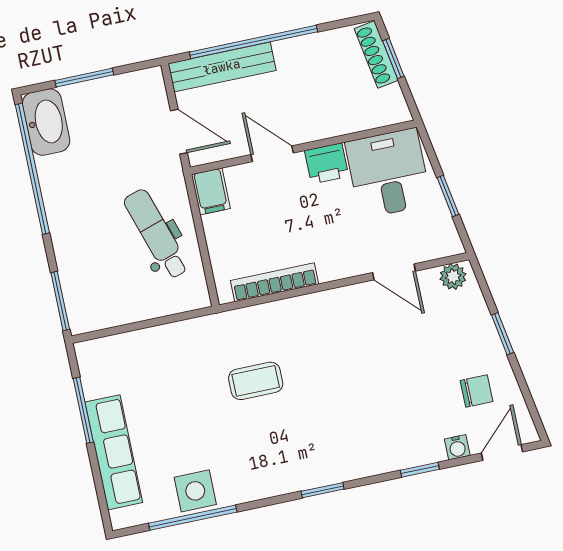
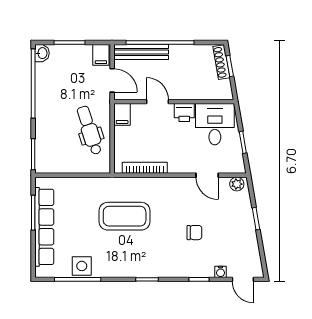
filing cabinet: (148, 88) -> (101, 55), added
washbasin: (46, 122) -> (42, 53), width x0.52, depth x0.69
coffee table: (256, 381) -> (125, 216), width x1.86, depth x1.72
chair: (476, 391) -> (194, 233), moved
row of seats: (114, 452) -> (44, 227), width x1.36
door: (502, 452) -> (243, 279), swing flipped

